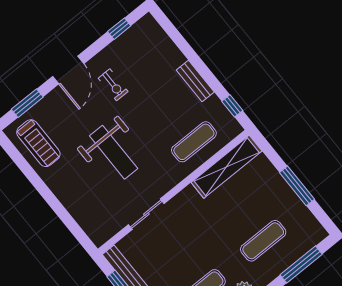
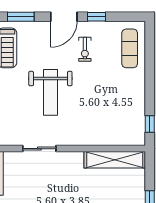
window: (119, 29) -> (97, 17), moved
bench: (195, 81) -> (139, 89), removed
exercise mat: (194, 142) -> (130, 48), moved, turned 90

